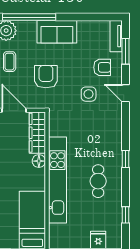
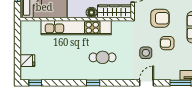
armchair: (102, 67) -> (167, 43), moved, turned 90
cafe table: (98, 181) -> (103, 57), moved
window: (125, 215) -> (35, 83), moved

